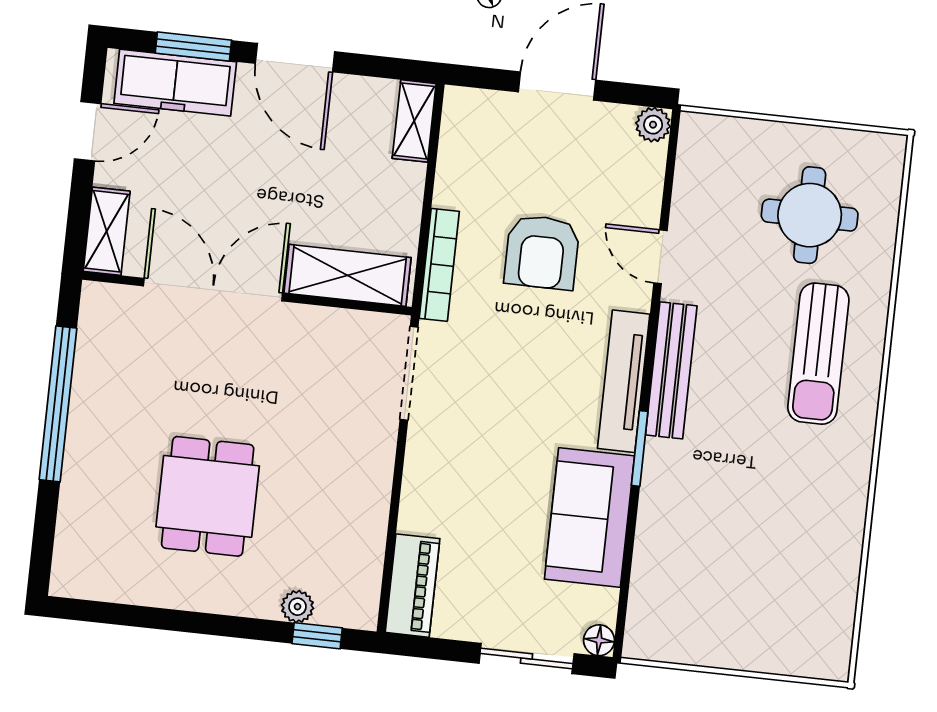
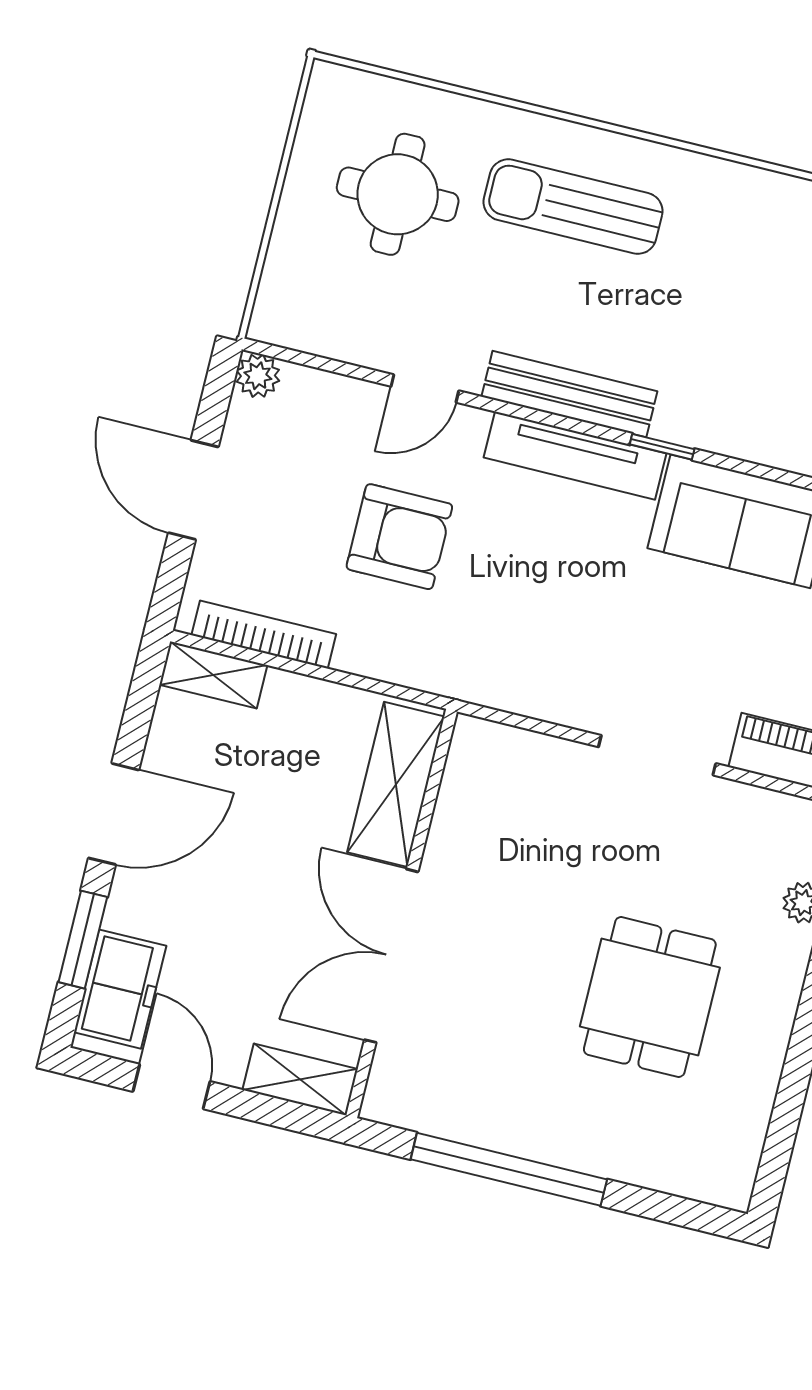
freezer: (175, 83) -> (120, 989), width x0.71
bookcase: (439, 265) -> (264, 635), moved
sun lounger: (818, 354) -> (573, 207), turned 180
doorway: (409, 373) -> (657, 755), moved
window: (640, 448) -> (662, 447), width x0.67
dining table: (208, 496) -> (650, 997), turned 90

